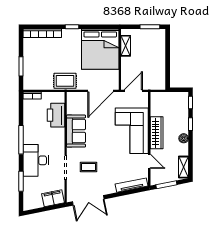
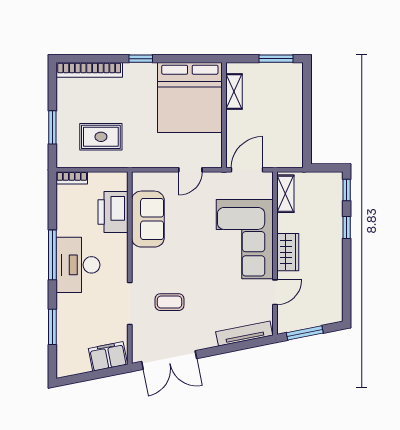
rug: (65, 81) -> (101, 137), moved
door: (101, 91) -> (190, 170), width x0.53
sofa: (76, 131) -> (148, 219), moved
wardrobe: (157, 133) -> (288, 252), width x0.67
boiler: (184, 138) -> (335, 252), removed
desk: (36, 160) -> (78, 265), moved
door: (149, 161) -> (275, 292), hinge flipped
shelving: (183, 167) -> (285, 194), moved

